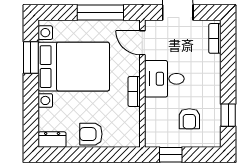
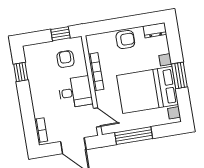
window: (31, 58) -> (179, 75), moved
bookcase: (134, 91) -> (96, 72), width x1.56
armchair: (189, 119) -> (65, 59), moved

